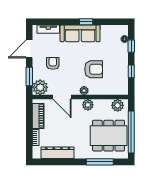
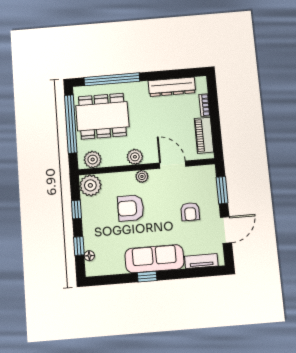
plant: (40, 87) -> (90, 185), moved
window: (100, 162) -> (112, 79), width x1.46

